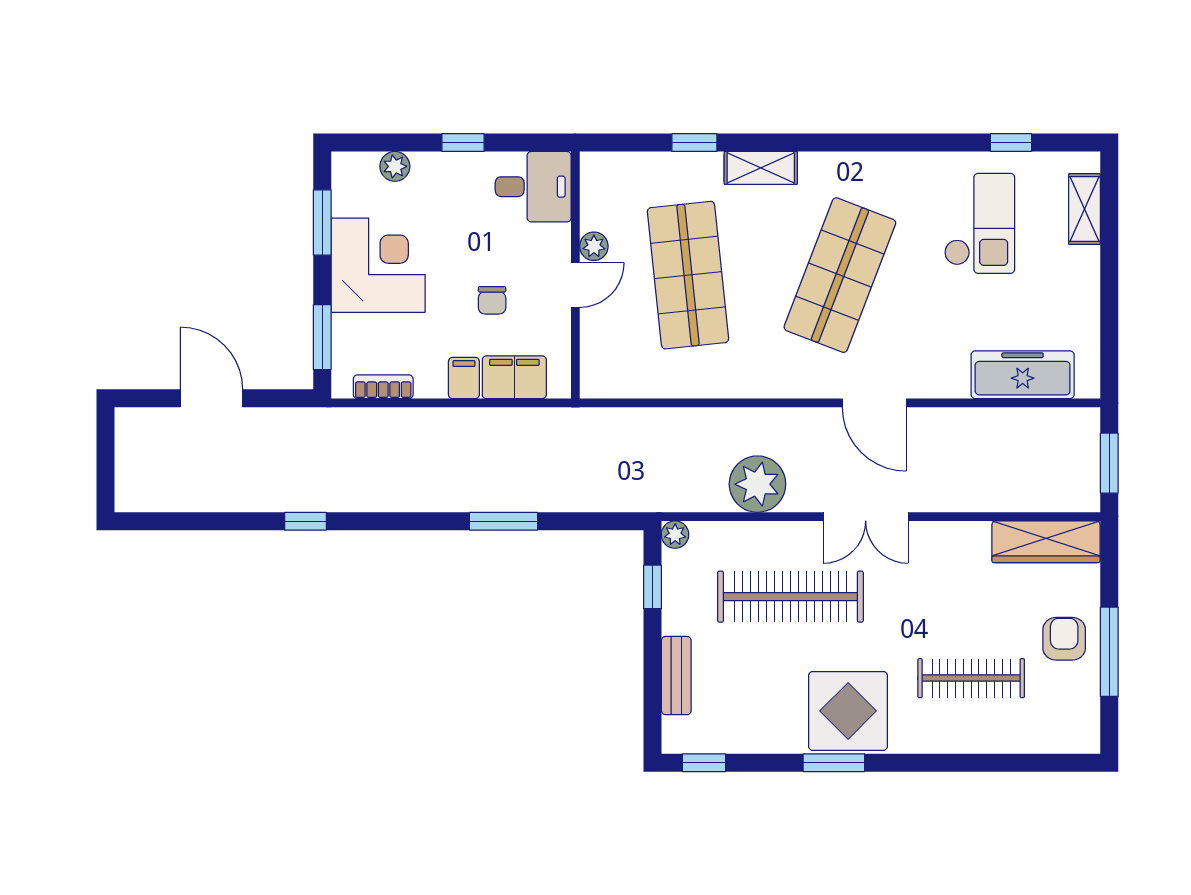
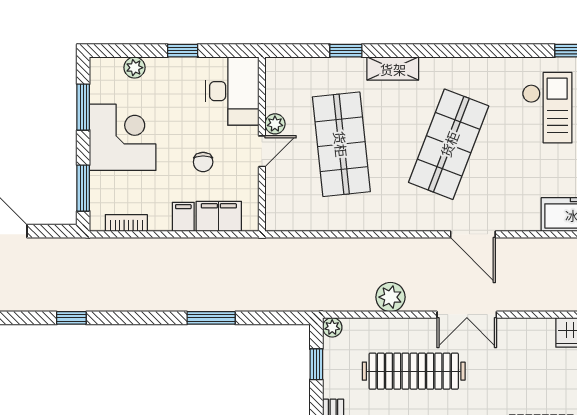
desk: (533, 187) -> (232, 91), width x1.37
plant: (757, 484) -> (390, 297), width x0.73, depth x0.73

